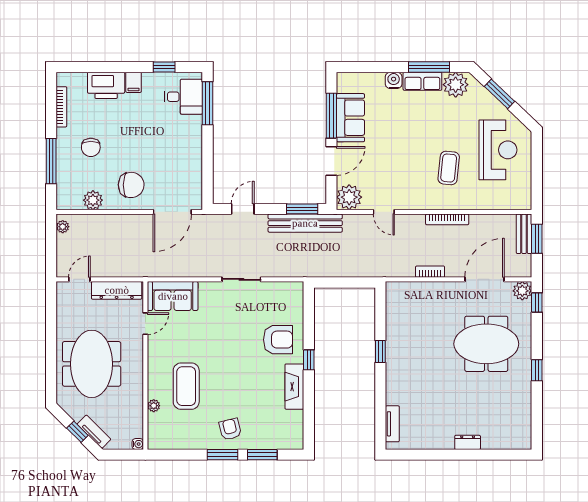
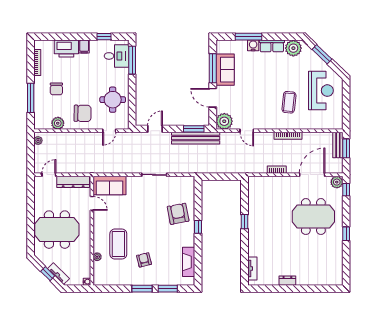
window: (429, 67) -> (249, 37), moved
door: (331, 161) -> (213, 98), swing flipped
round table: (177, 164) -> (113, 100), added
door: (172, 212) -> (109, 131), width x0.53
door: (145, 324) -> (92, 203), hinge flipped
armchair: (278, 340) -> (178, 214), turned -101
meeting table: (92, 364) -> (57, 230), turned 90
fireplace: (294, 387) -> (189, 262), moved
armchair: (230, 429) -> (144, 260), moved
dresser: (468, 442) -> (287, 281), moved

